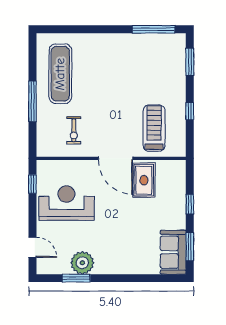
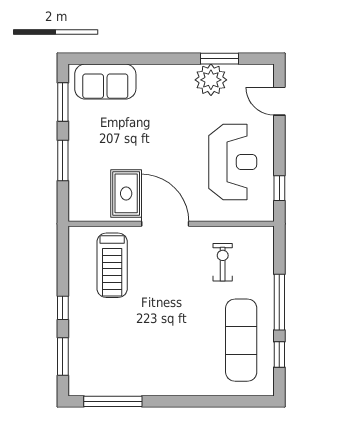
window: (32, 63) -> (279, 354), added
window: (190, 111) -> (63, 308), moved
reception desk: (66, 203) -> (233, 162), turned -90
window: (190, 204) -> (63, 161), width x1.50
sofa: (173, 252) -> (105, 82), moved, turned 90

